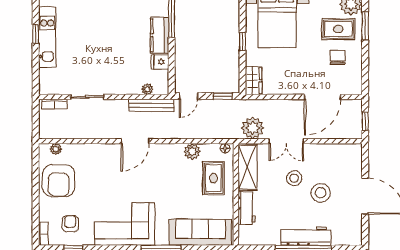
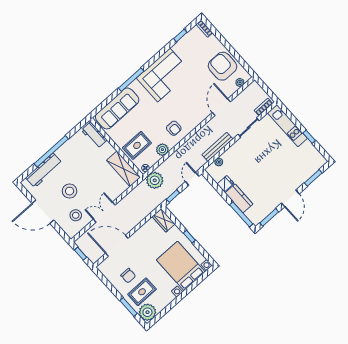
kitchen unit: (47, 37) -> (287, 126), moved
door: (322, 97) -> (117, 246), hinge flipped
bench: (151, 105) -> (217, 147), moved
plant: (253, 128) -> (155, 180), moved
door: (135, 141) -> (221, 107), moved
double door: (286, 141) -> (104, 212), moved
rug: (213, 178) -> (137, 145), turned 90
stool: (294, 178) -> (76, 215), moved
workbench: (247, 208) -> (94, 135), moved
armchair: (70, 224) -> (174, 128), moved
workbench: (306, 236) -> (44, 170), moved

